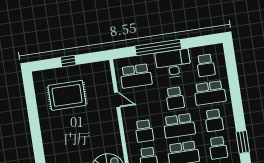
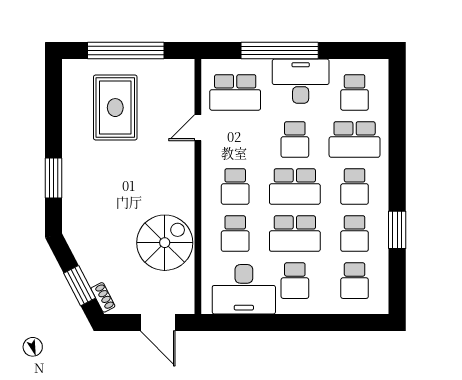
window: (68, 61) -> (126, 51), width x3.17
rug: (67, 95) -> (115, 108), turned 90
door: (117, 100) -> (198, 128), swing flipped
window: (37, 142) -> (53, 178), added

